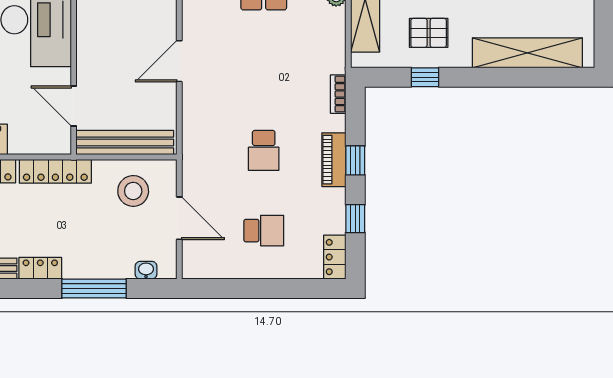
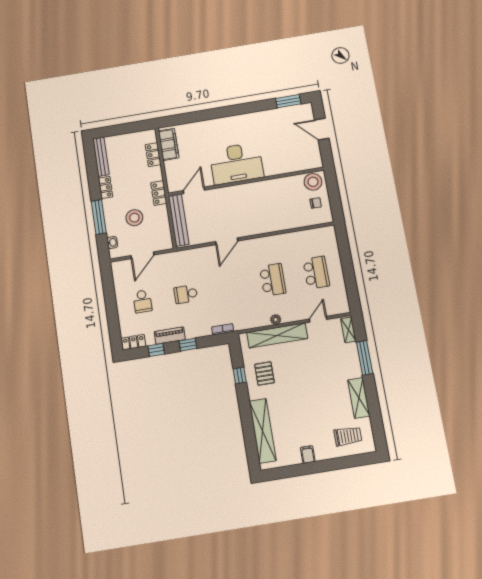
door: (179, 61) -> (227, 241), swing flipped
piano: (334, 160) -> (170, 336), moved
locker: (55, 171) -> (159, 193), width x0.66
stool: (133, 191) -> (134, 218), moved

